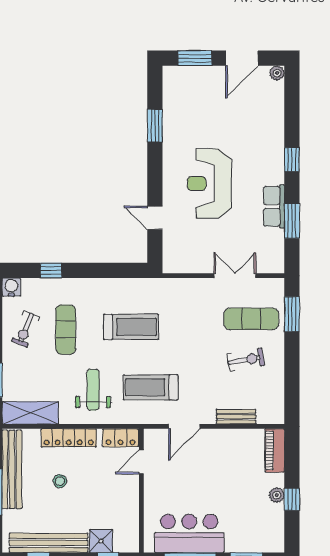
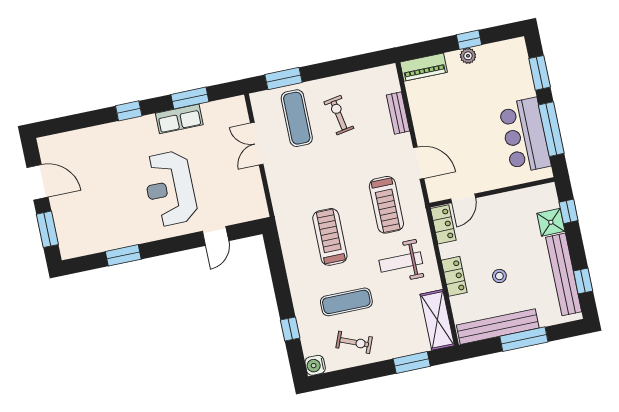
plant: (277, 73) -> (45, 144), removed
reception desk: (209, 184) -> (170, 189), turned 90
locker: (69, 438) -> (454, 276), width x0.66
door: (141, 462) -> (463, 198), hinge flipped

